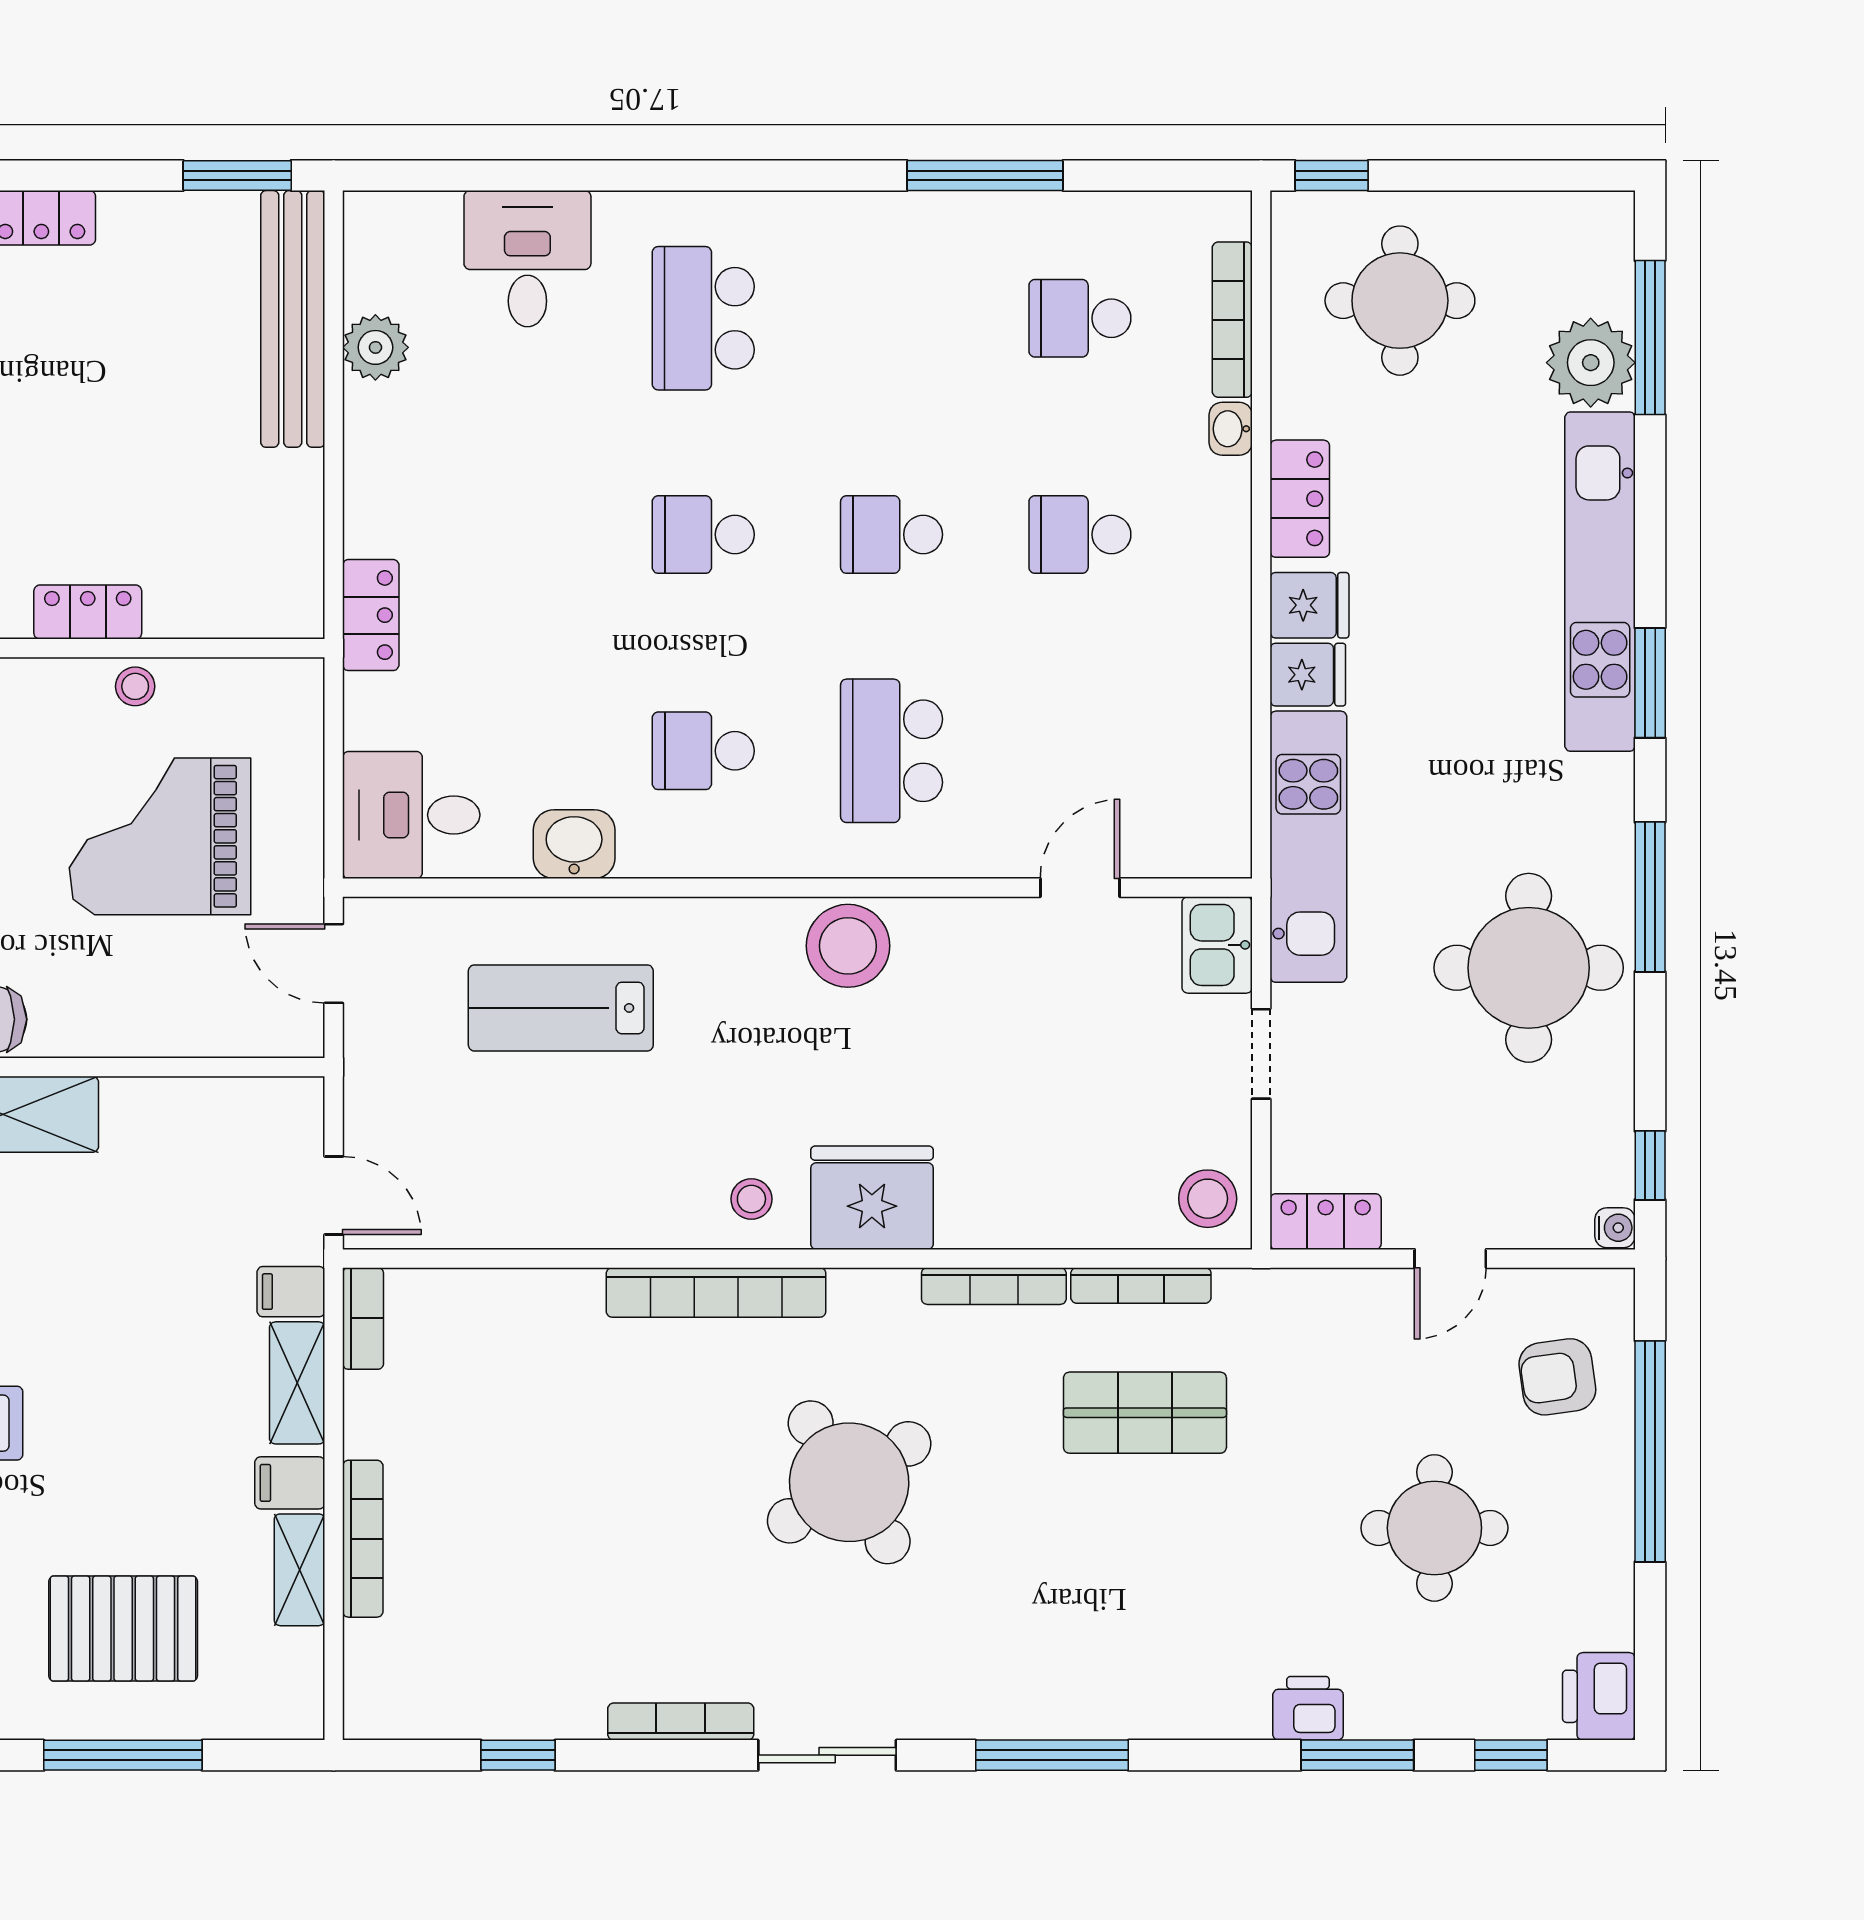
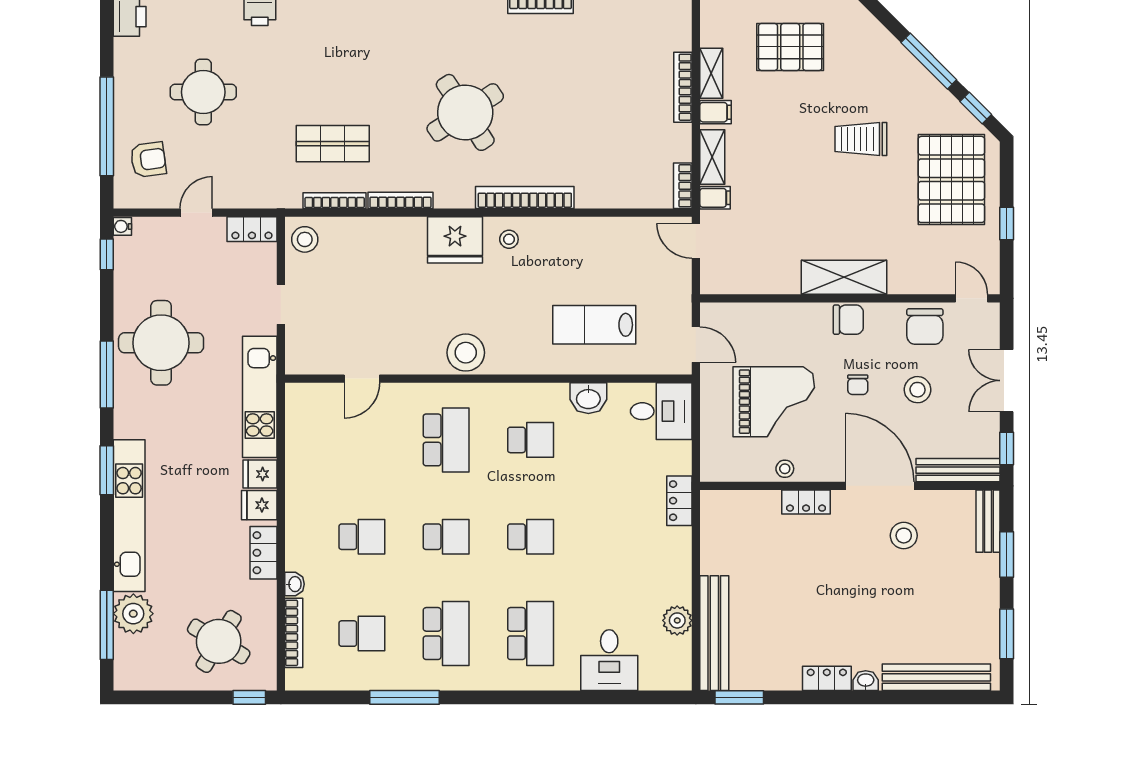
round table: (1400, 301) -> (219, 641), turned 31
school desk: (892, 318) -> (446, 634), added
kitchen sink: (1217, 945) -> (301, 353), removed
lab bench: (561, 1008) -> (594, 325), turned 180

